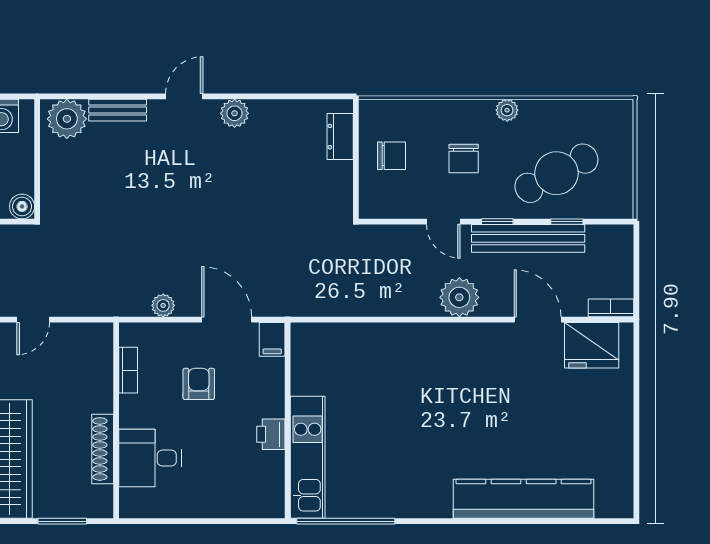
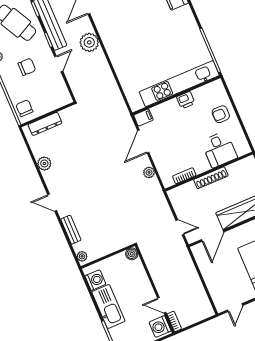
plant: (235, 113) -> (44, 164), moved
plant: (67, 119) -> (82, 256), width x0.53, depth x0.53
dresser: (340, 137) -> (45, 124), width x1.44
chair: (392, 156) -> (24, 108), moved
armchair: (199, 384) -> (221, 114), moved
shoe rack: (103, 449) -> (211, 178), moved
kitchen unit: (308, 457) -> (179, 84), width x1.36

